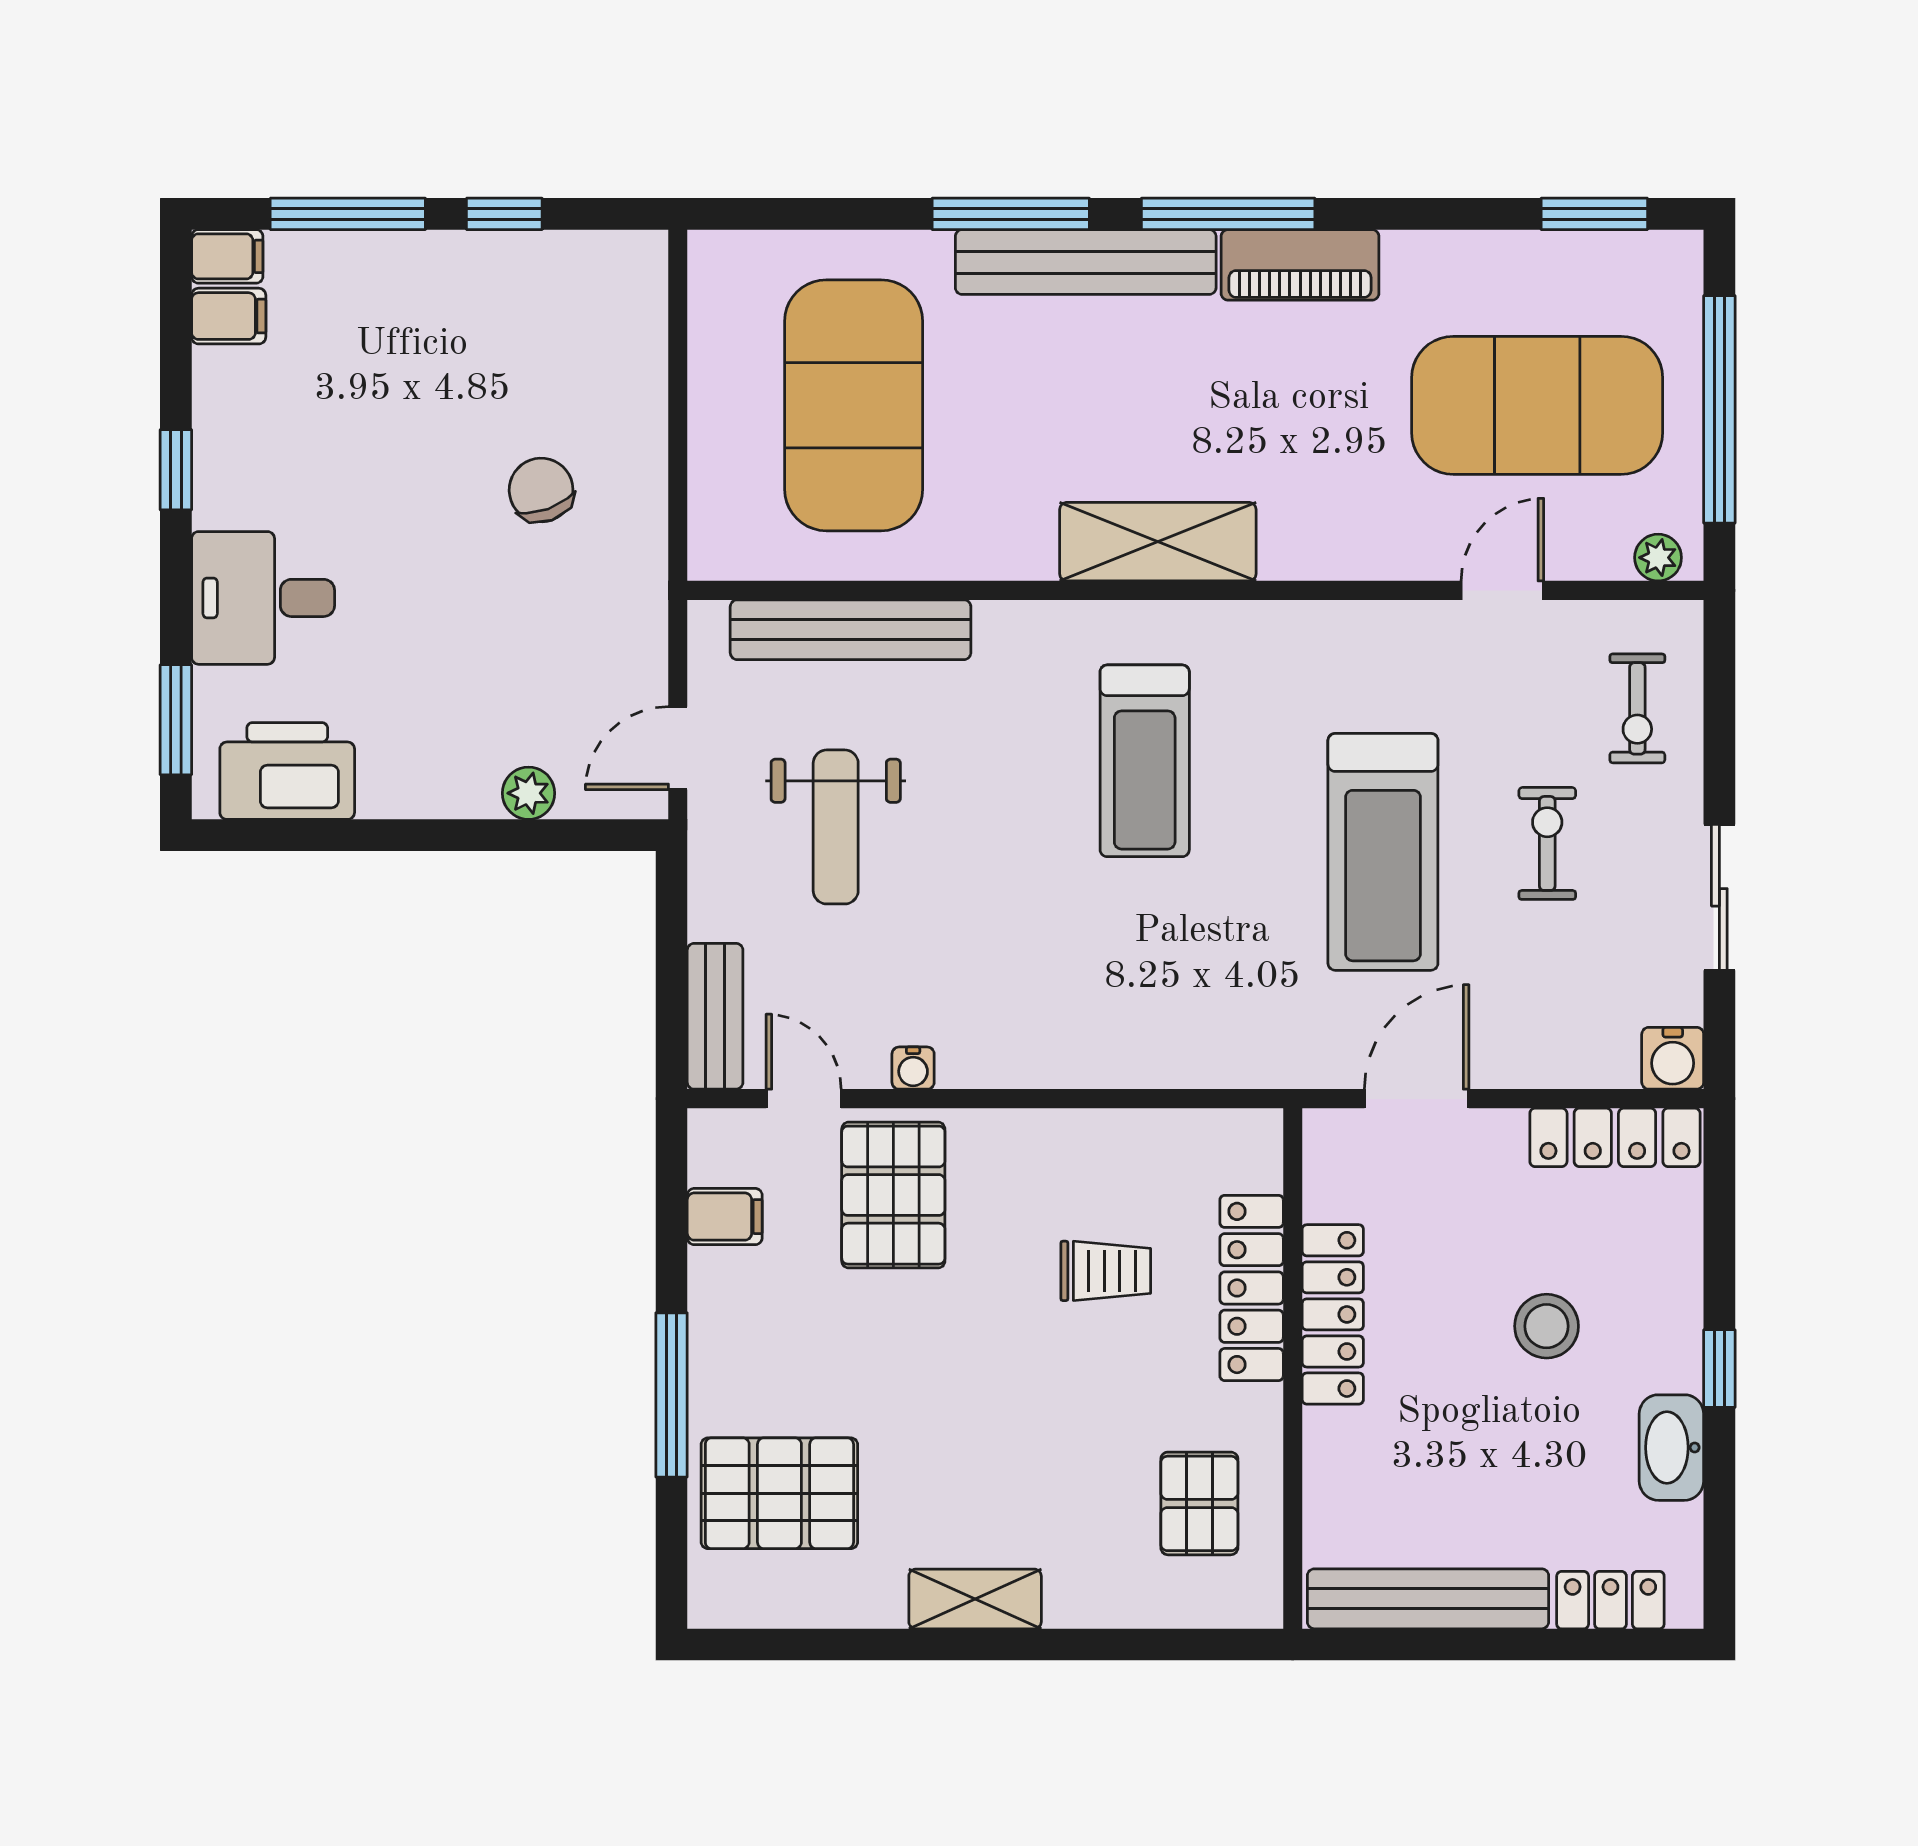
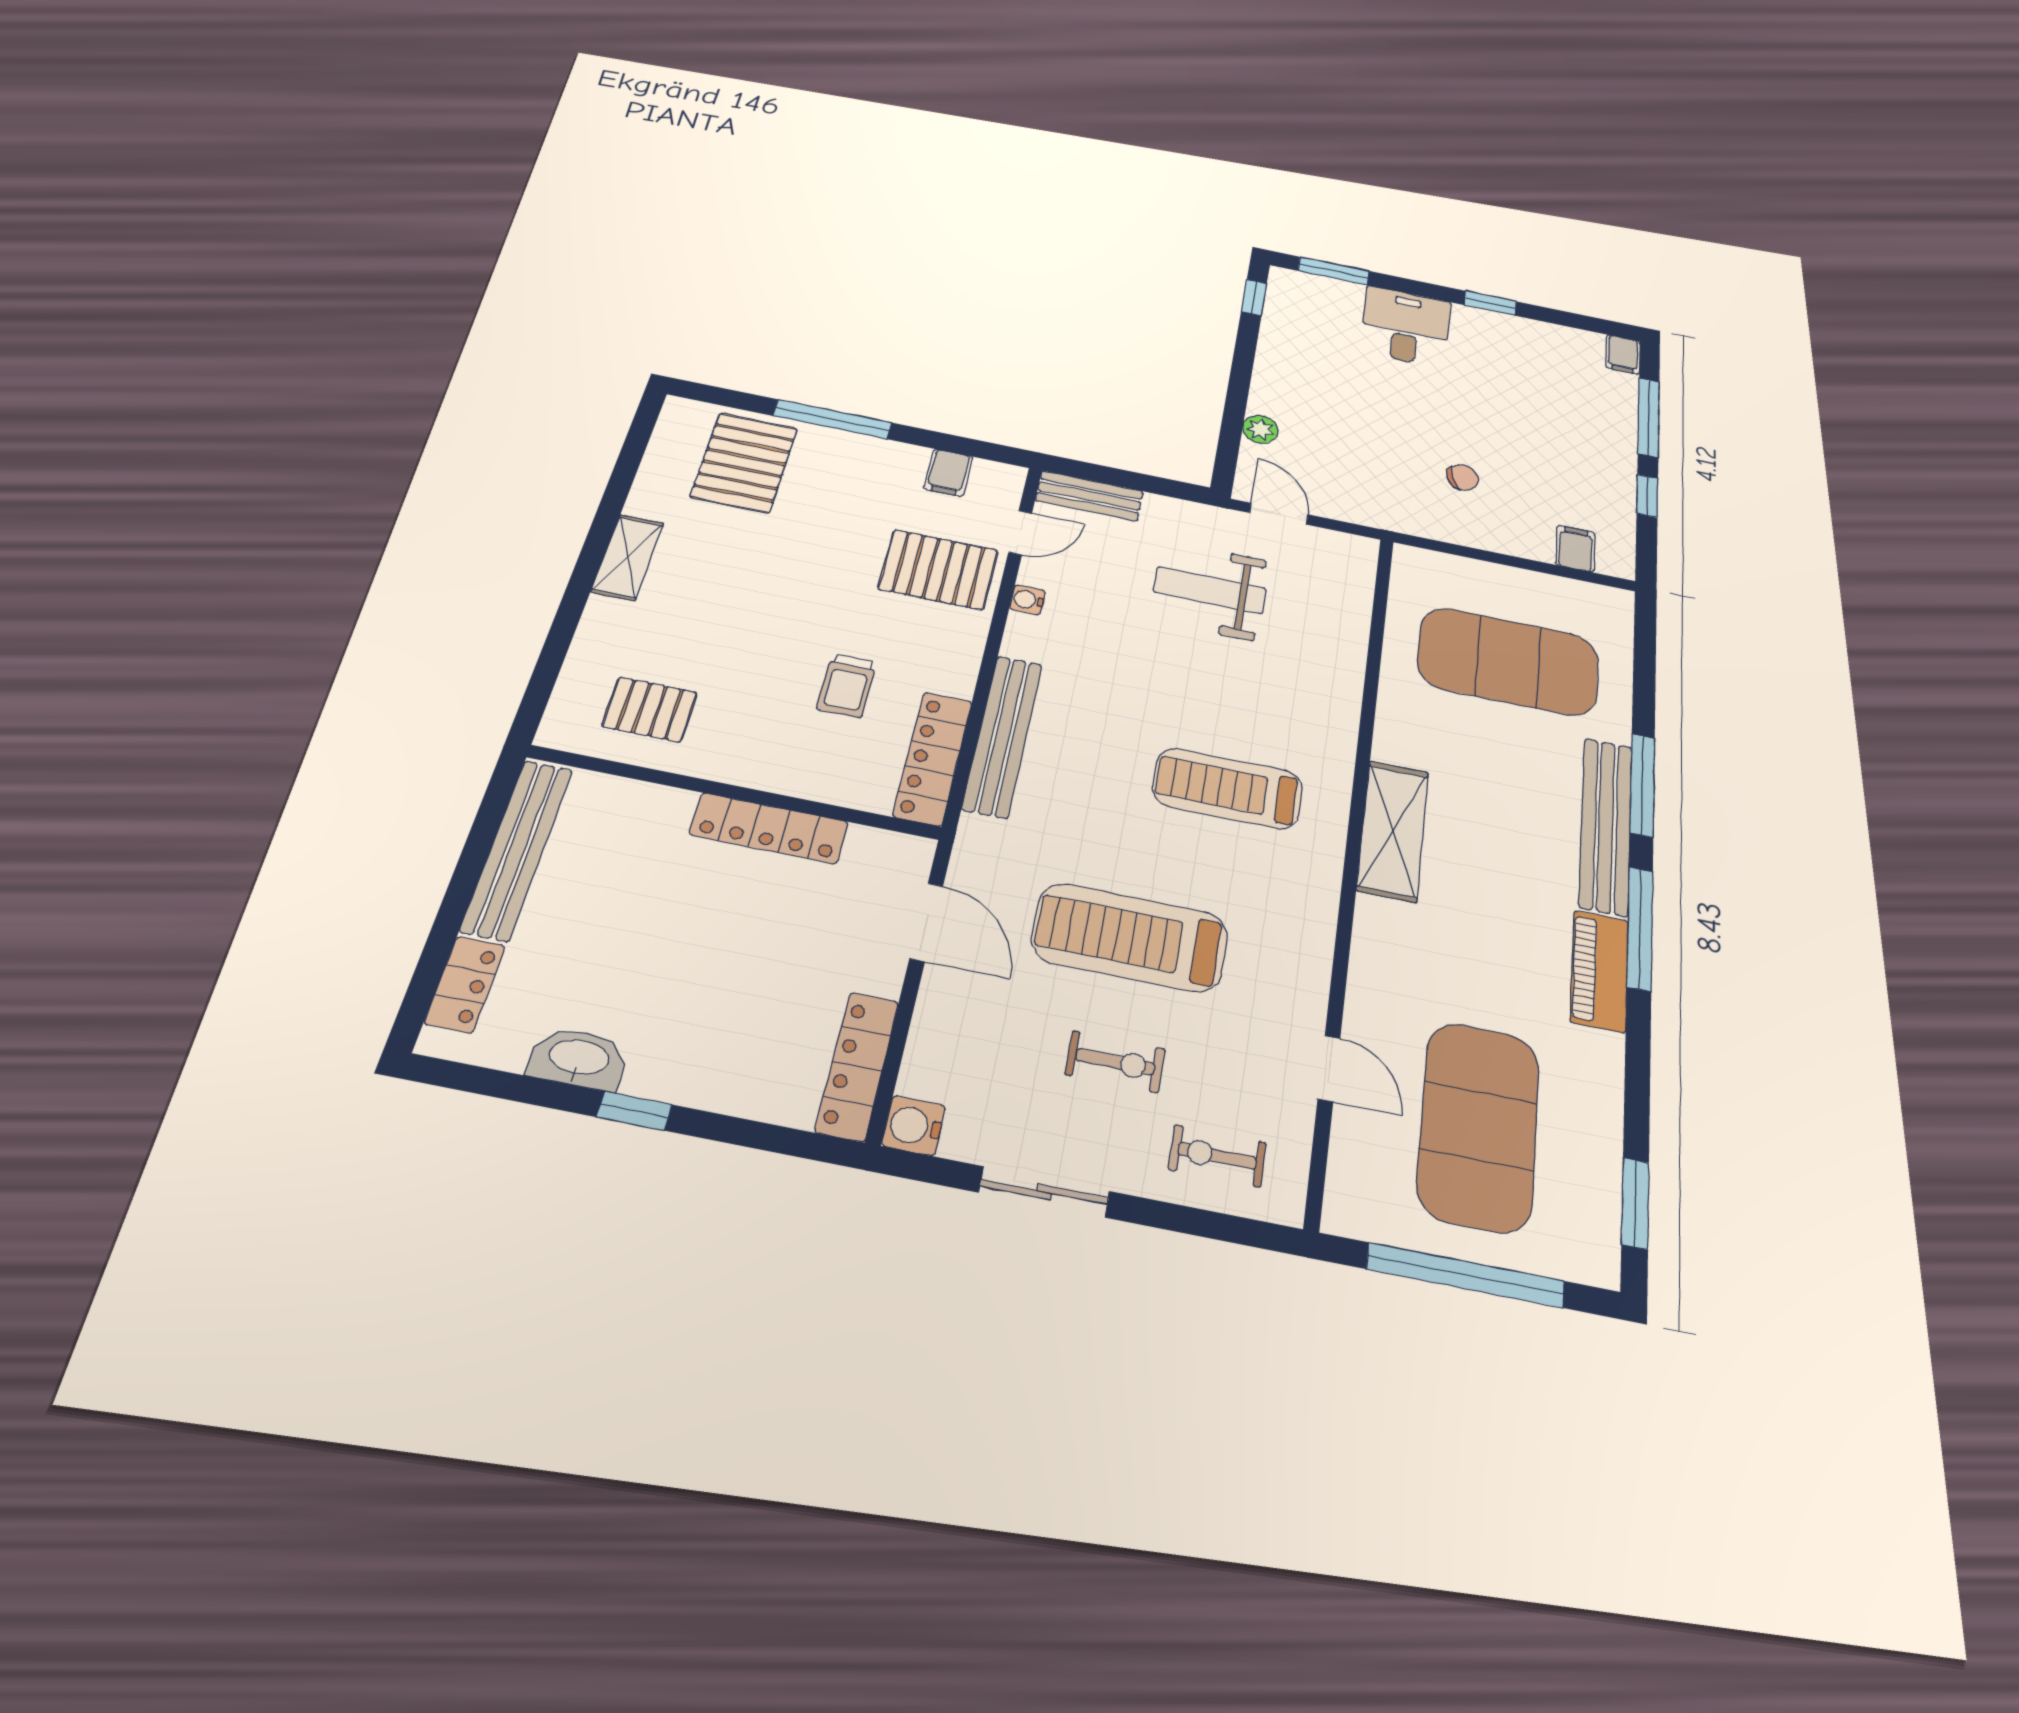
filing cabinet: (229, 316) -> (1575, 549), moved, turned 180
chair: (541, 490) -> (1463, 477), width x0.73, depth x0.73
plant: (1658, 558) -> (1343, 1198), removed
bench: (851, 630) -> (1003, 736), moved
printer: (287, 771) -> (1293, 315), removed
window: (268, 835) -> (1254, 298), added
locker: (1252, 1288) -> (933, 758), moved, turned -90
stool: (1547, 1326) -> (713, 981), removed

